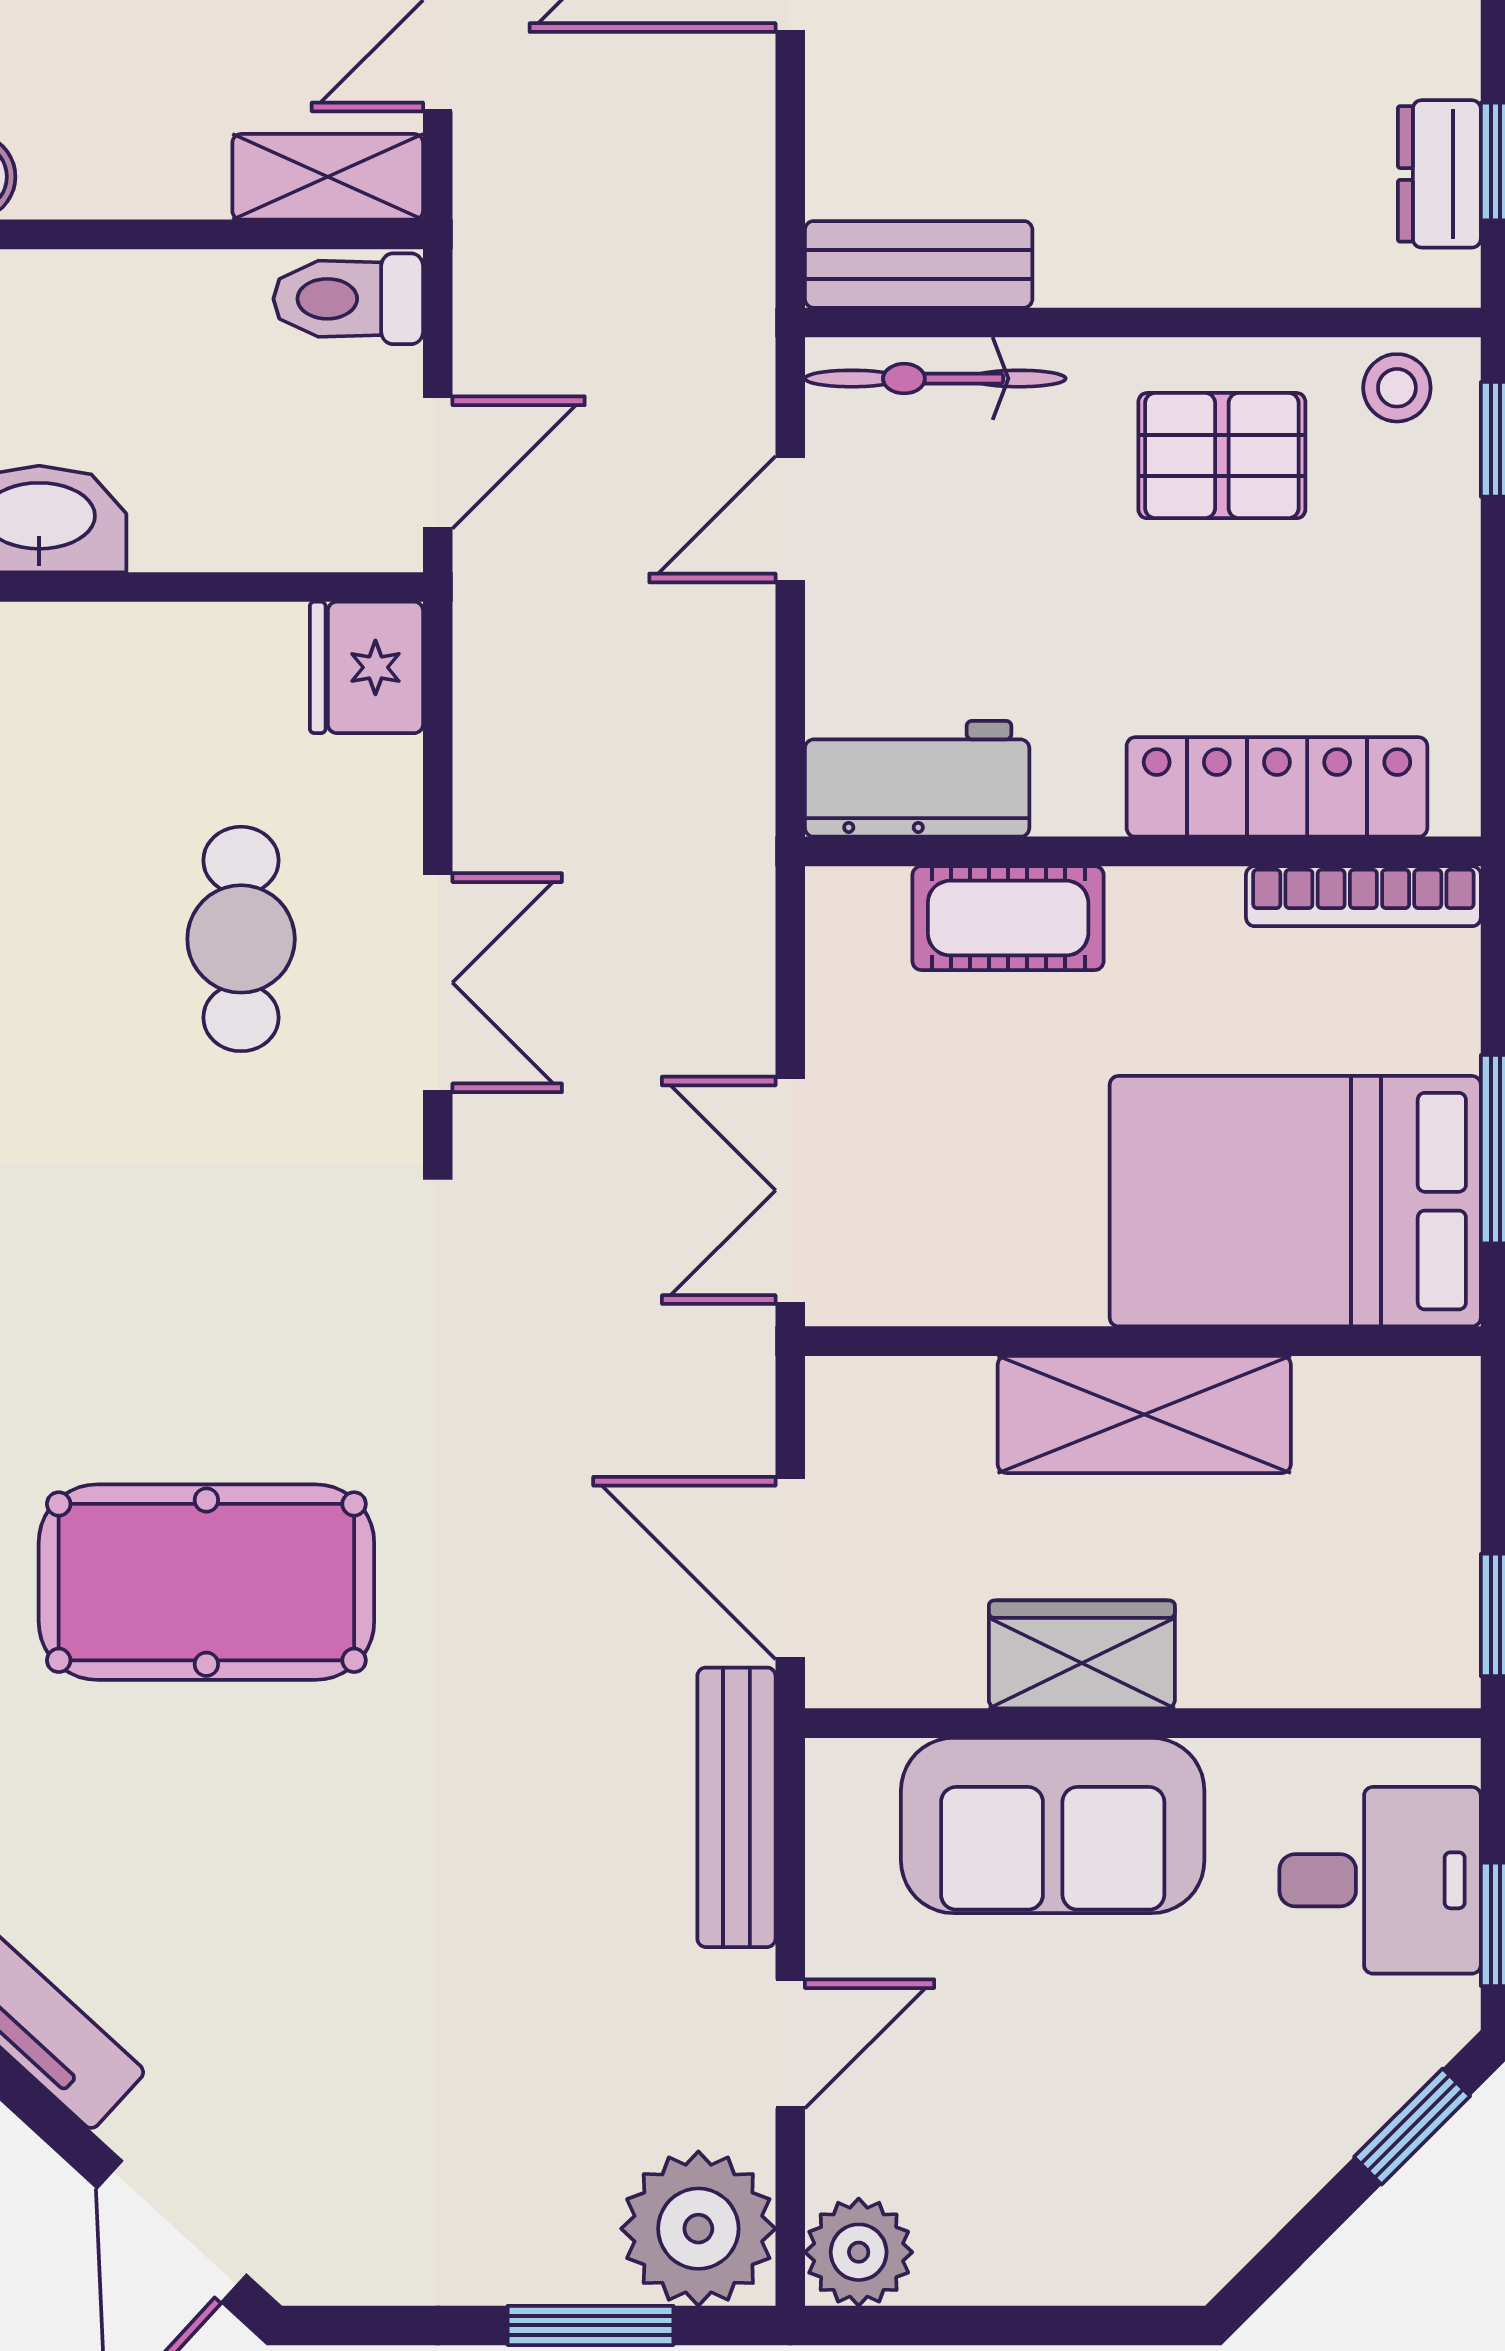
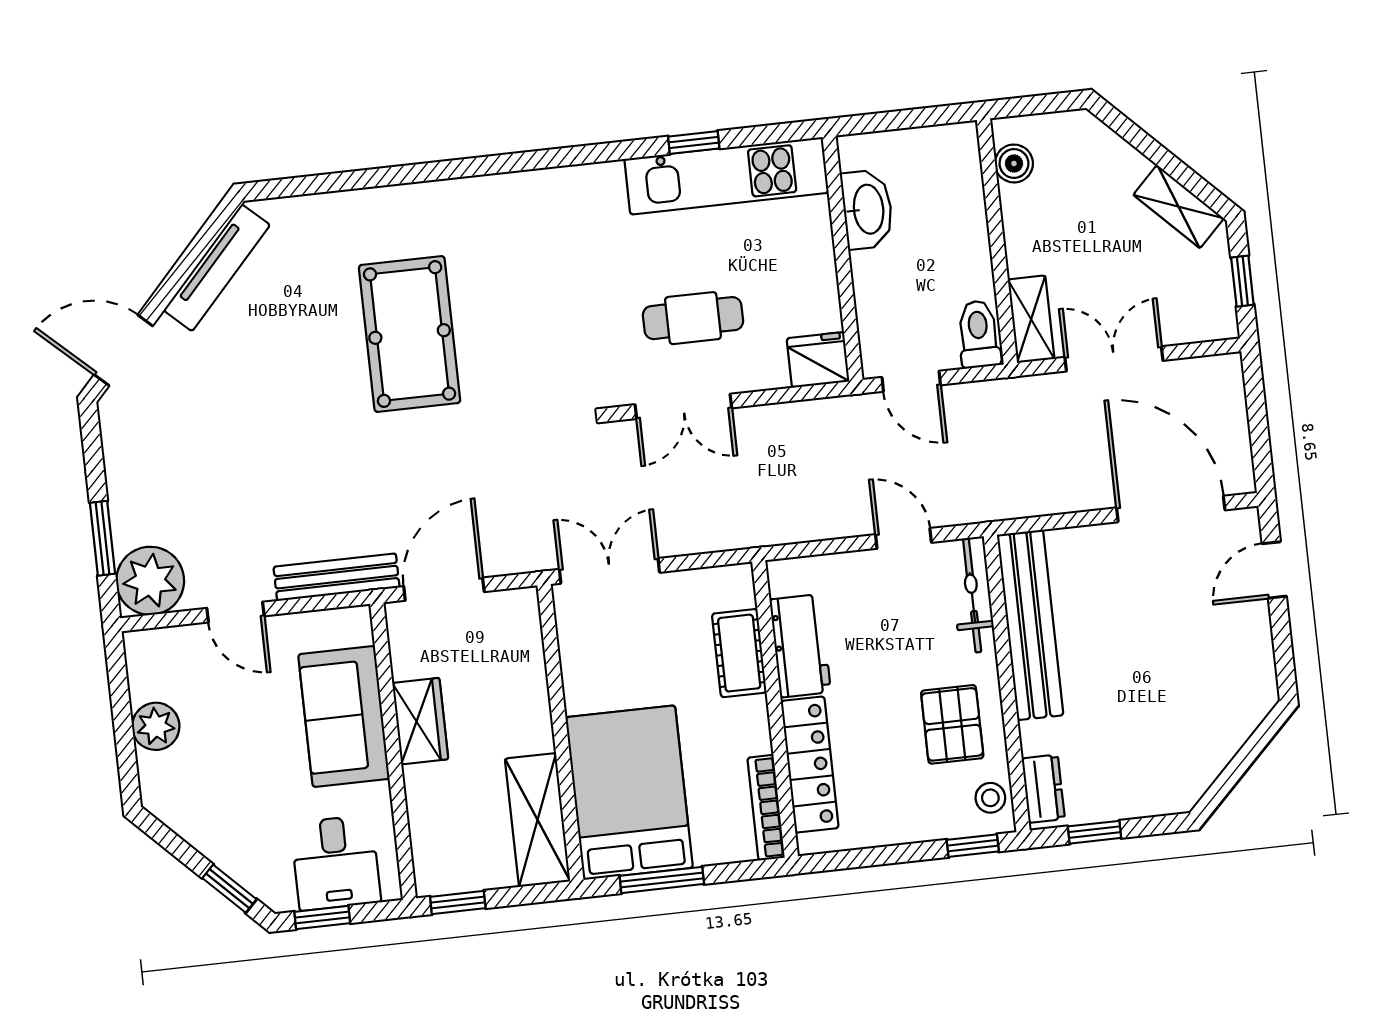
dresser: (1439, 174) -> (1043, 789), moved, turned 90
bench: (919, 264) -> (1030, 625), width x1.86, depth x1.21
workbench: (917, 779) -> (800, 646), moved
shelving: (1144, 1414) -> (538, 820), moved
plant: (859, 2252) -> (156, 726), moved

